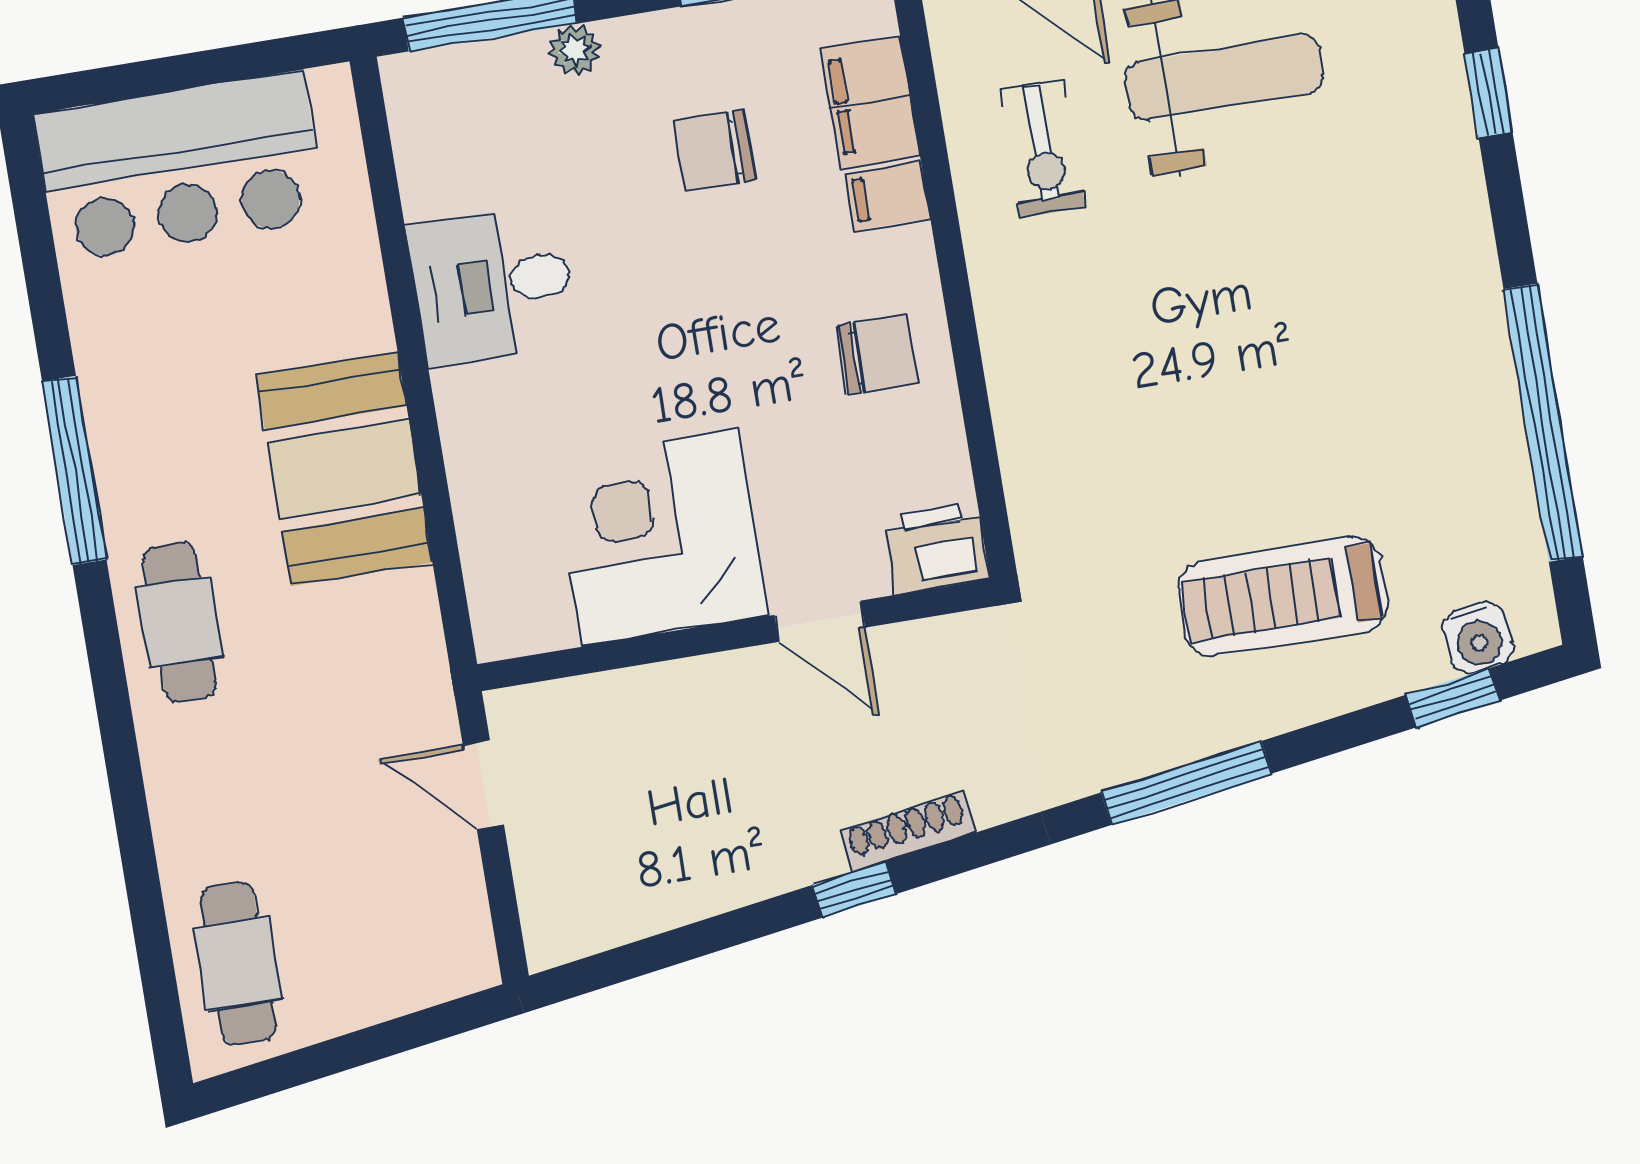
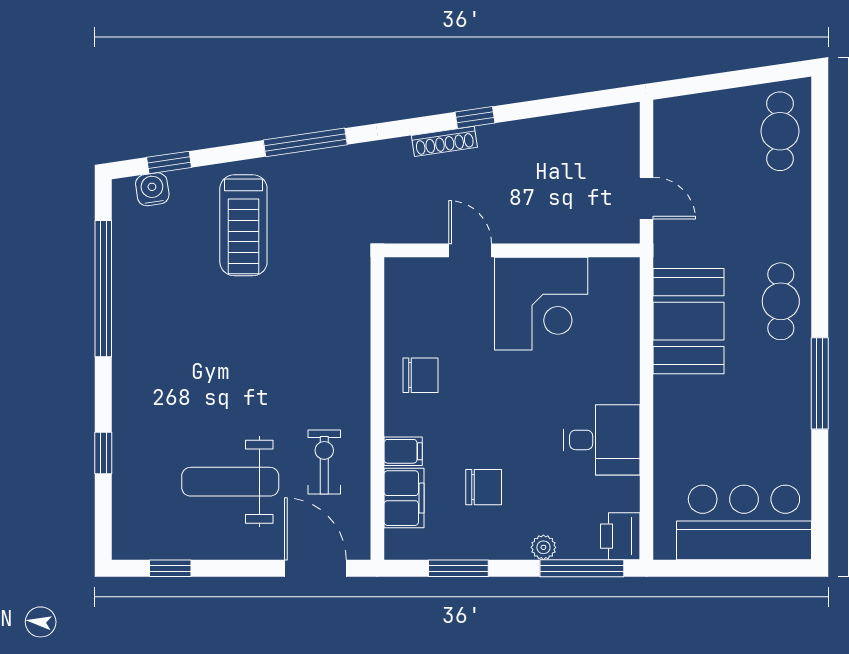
chair: (878, 354) -> (420, 375), turned 180
booth: (344, 469) -> (689, 321), moved
printer: (936, 548) -> (620, 536), moved, turned 90
treadmill: (1283, 596) -> (243, 225), turned 90

